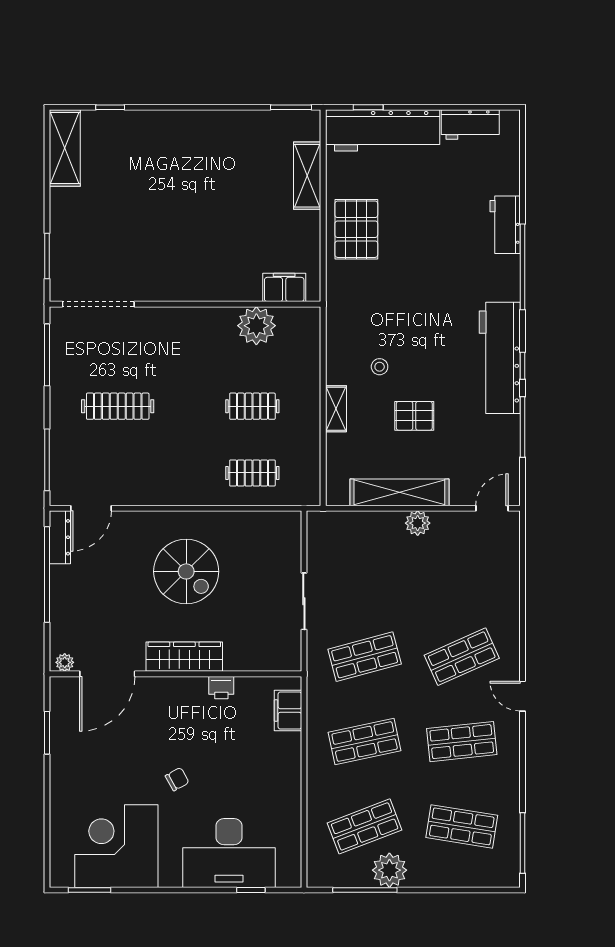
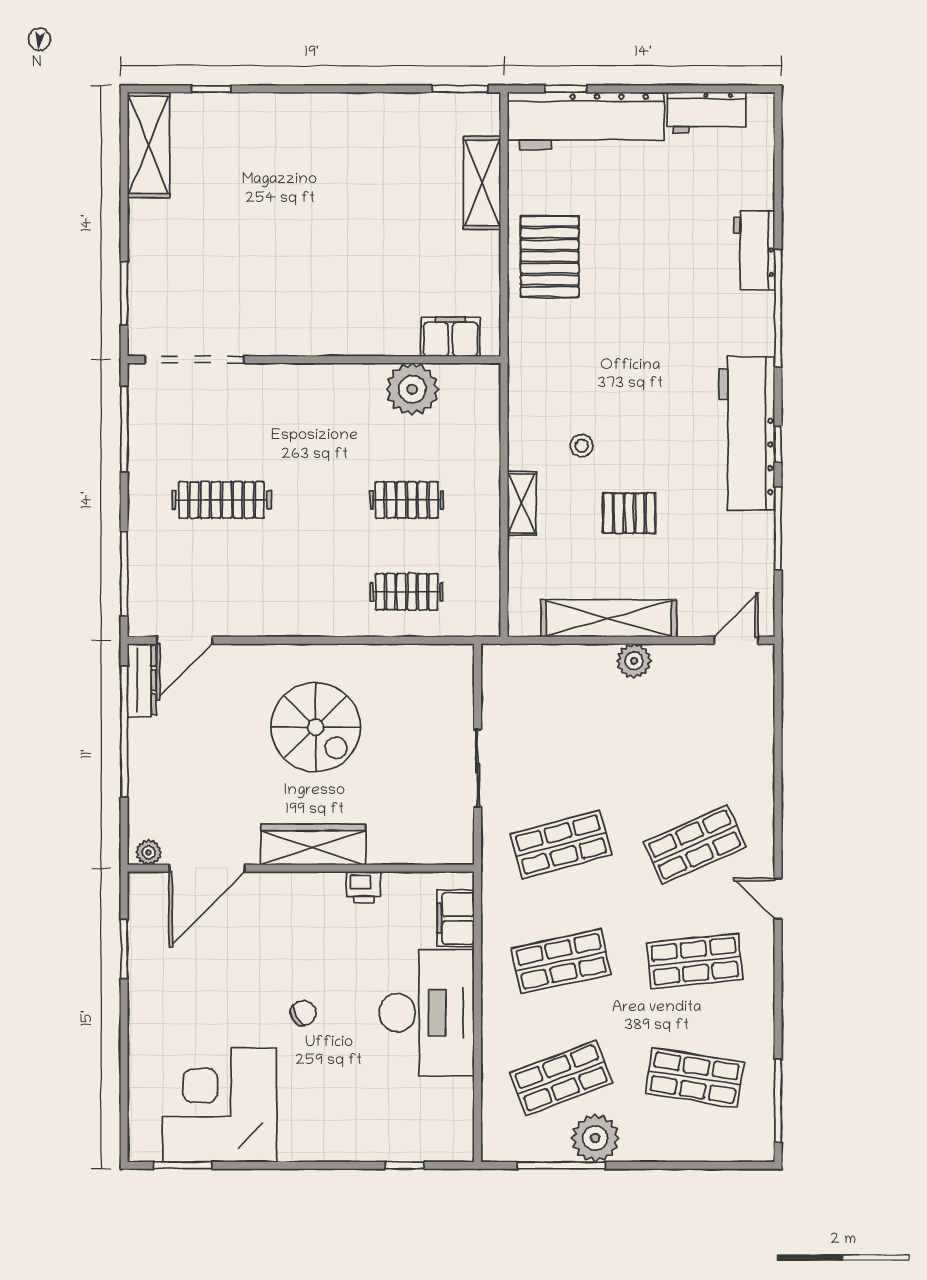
desk: (229, 853) -> (427, 1013), moved, turned -90

